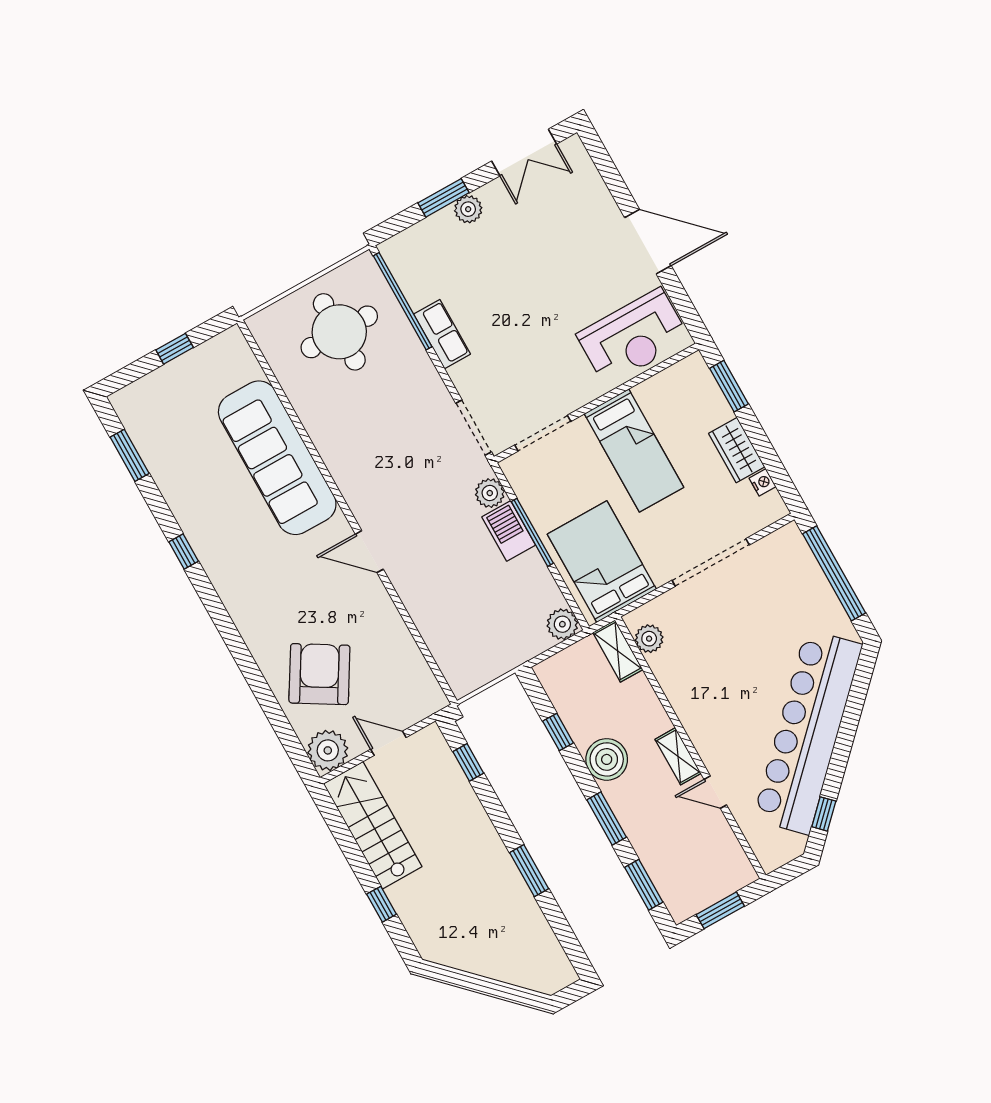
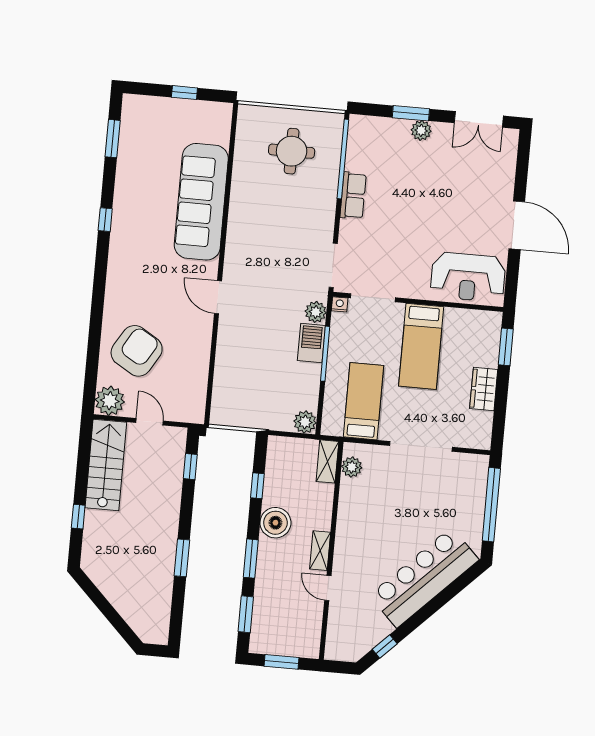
round table: (339, 332) -> (292, 151), width x0.73, depth x0.73
nightstand: (763, 482) -> (340, 304), moved, turned -90
bed: (602, 562) -> (363, 401), width x0.67
bar counter: (808, 732) -> (424, 577), width x0.73

